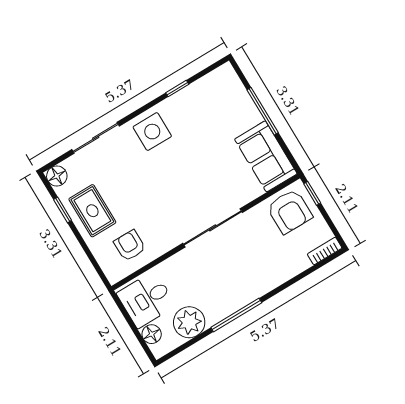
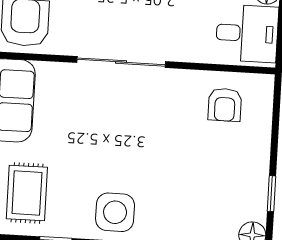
rug: (92, 211) -> (27, 193), moved

